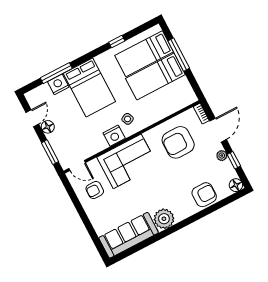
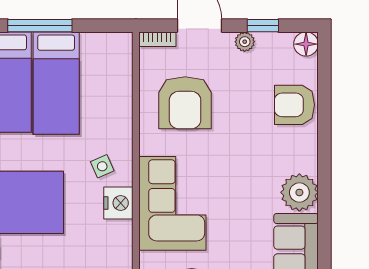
armchair: (204, 195) -> (294, 105), turned -90

